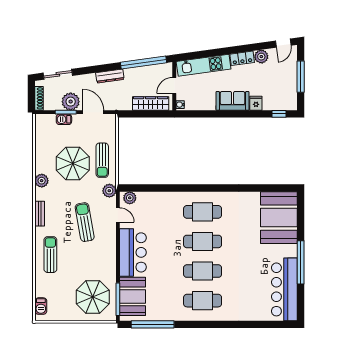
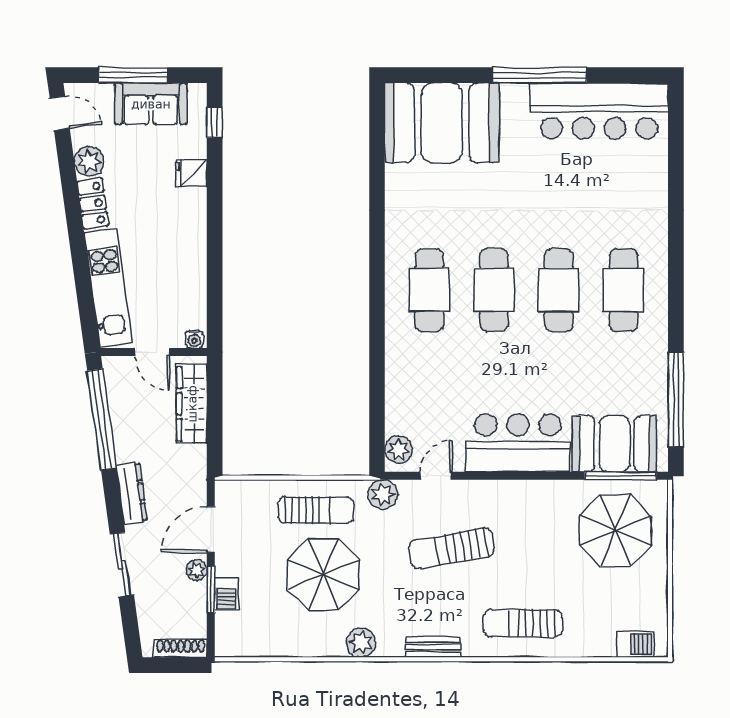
sliding door: (58, 74) -> (122, 565), moved
sofa: (233, 101) -> (151, 104), moved, turned -90
plant: (71, 102) -> (197, 570), width x0.53, depth x0.53

